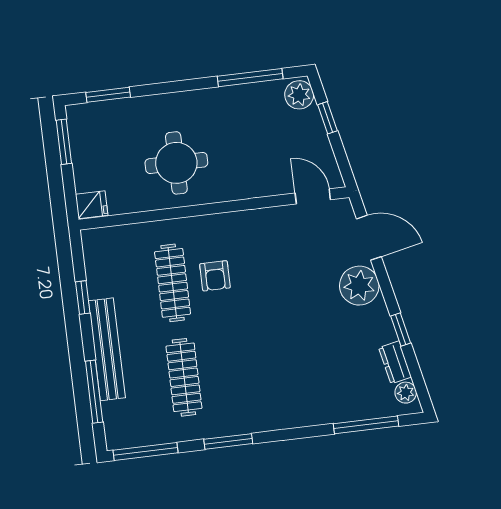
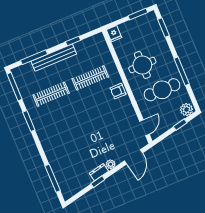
window: (250, 78) -> (182, 71), moved
cafe table: (242, 135) -> (162, 90), added
armchair: (215, 276) -> (118, 91), moved
plant: (359, 286) -> (111, 164), width x0.53, depth x0.53
dresser: (395, 362) -> (99, 172), moved
plant: (406, 393) -> (71, 191), removed

